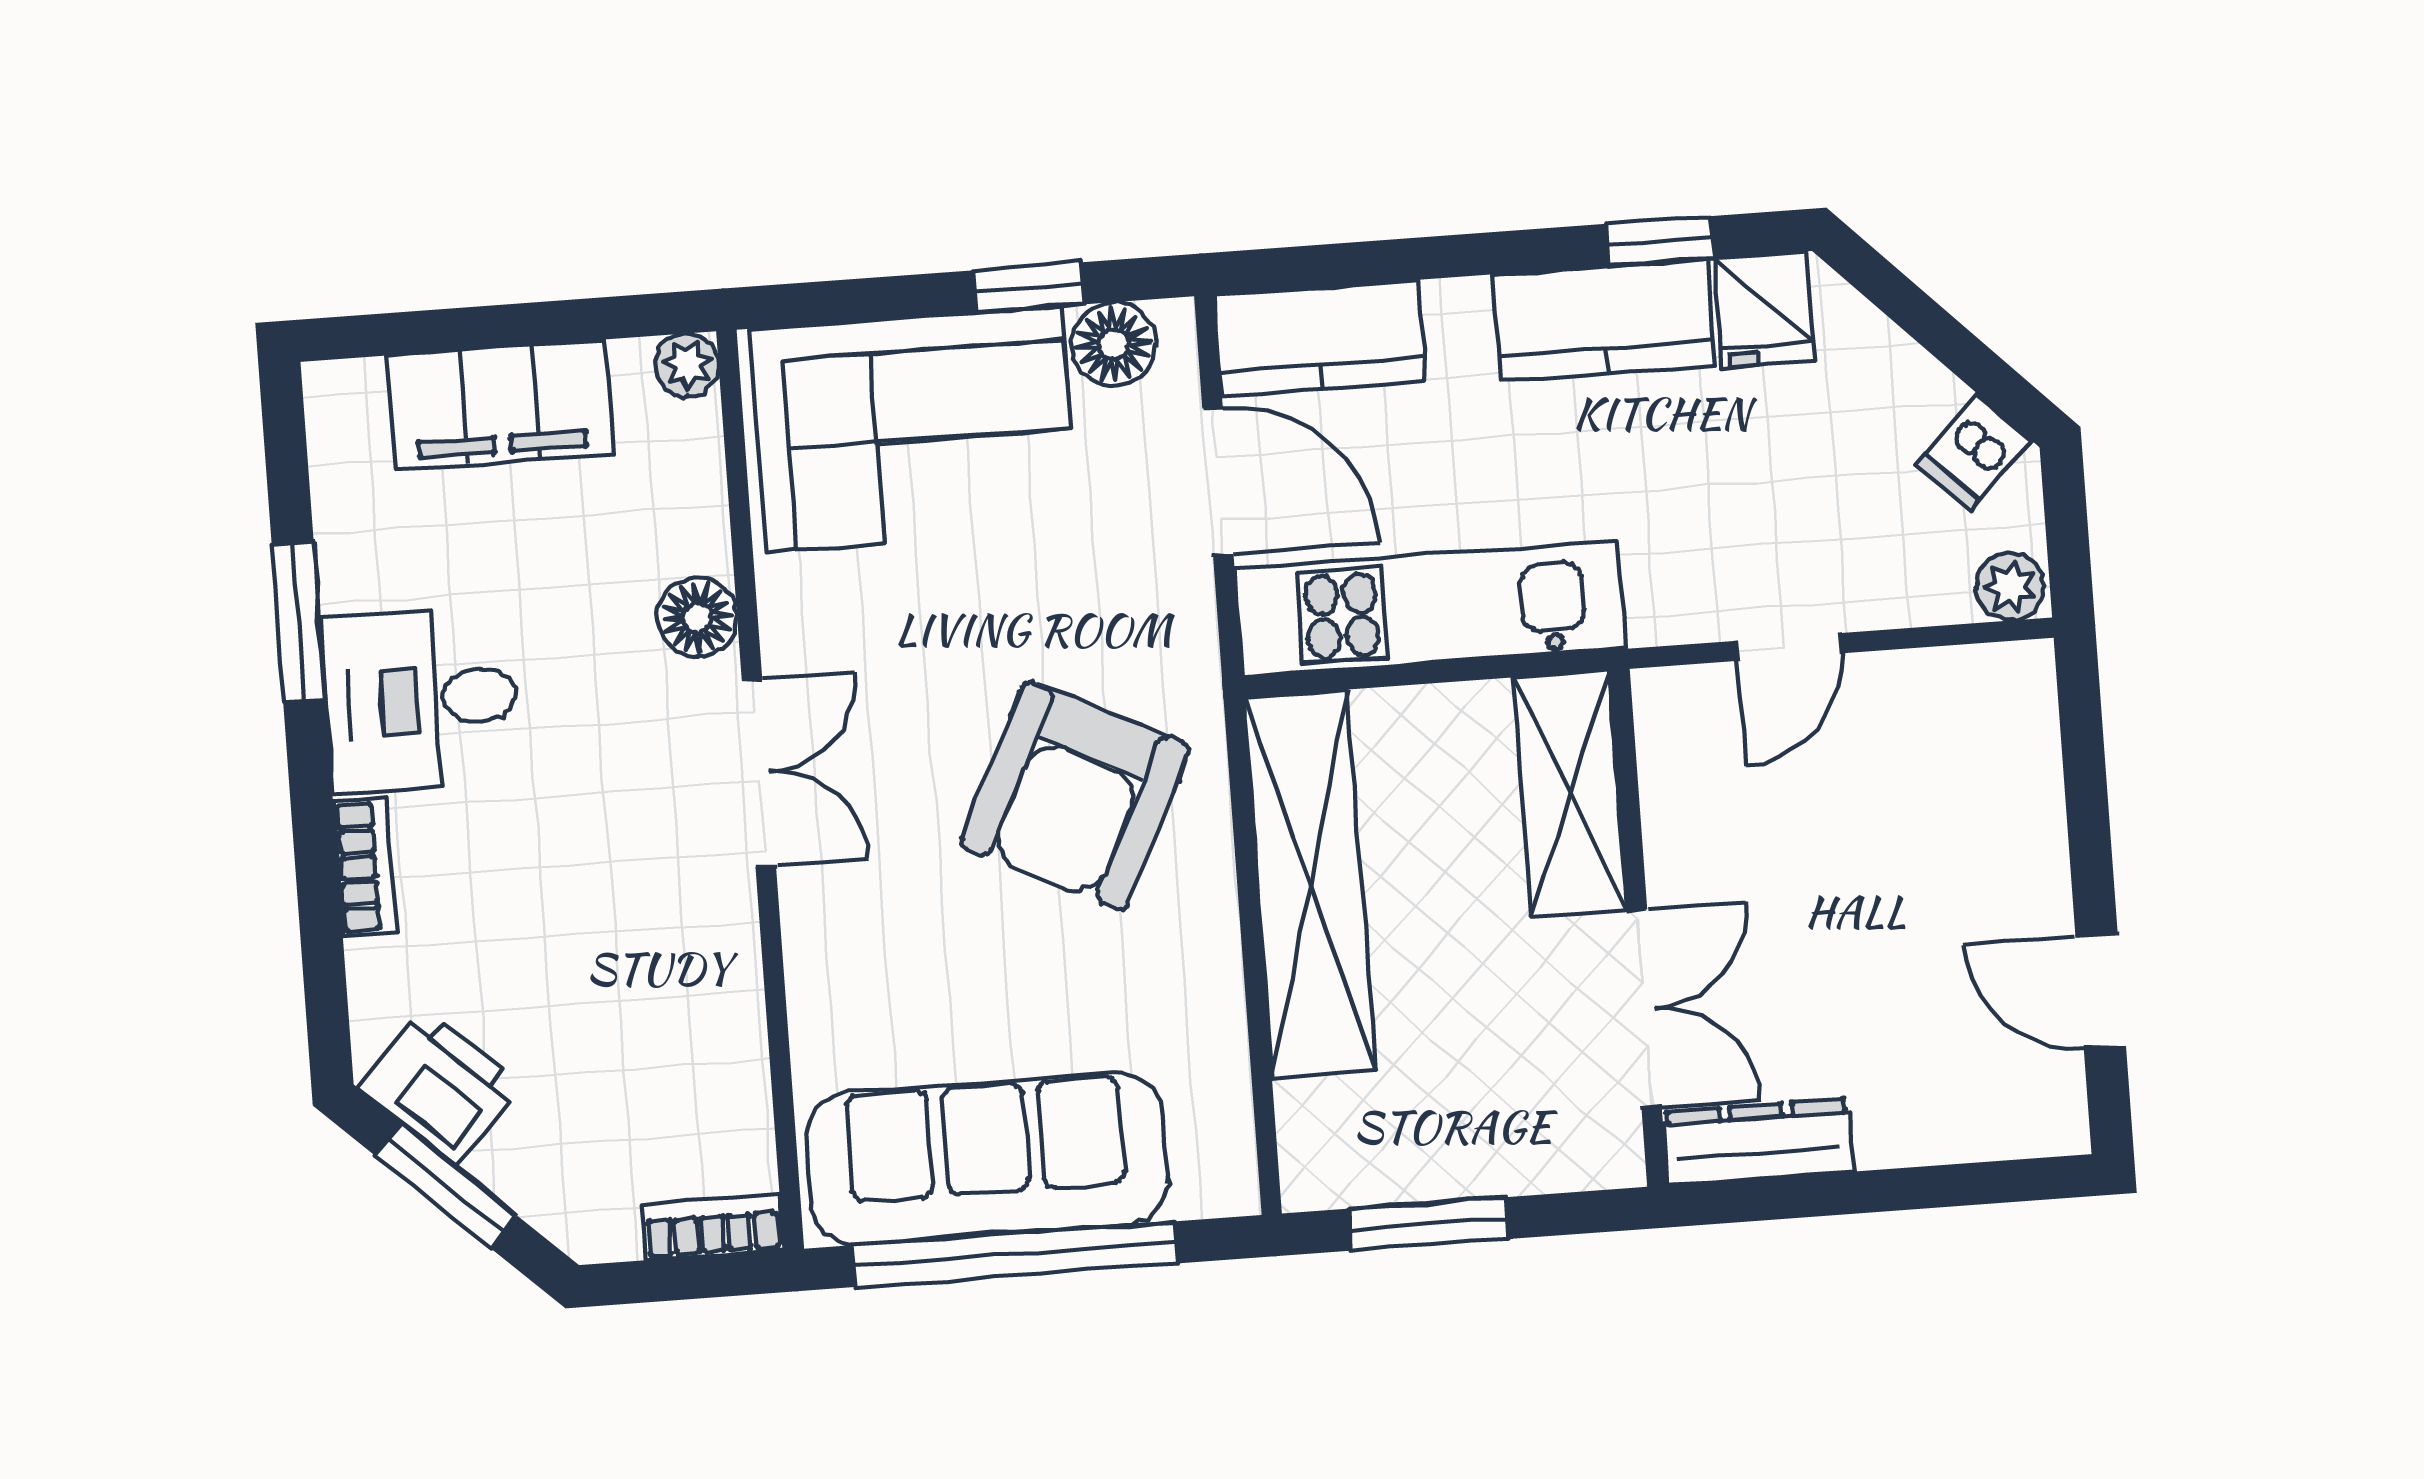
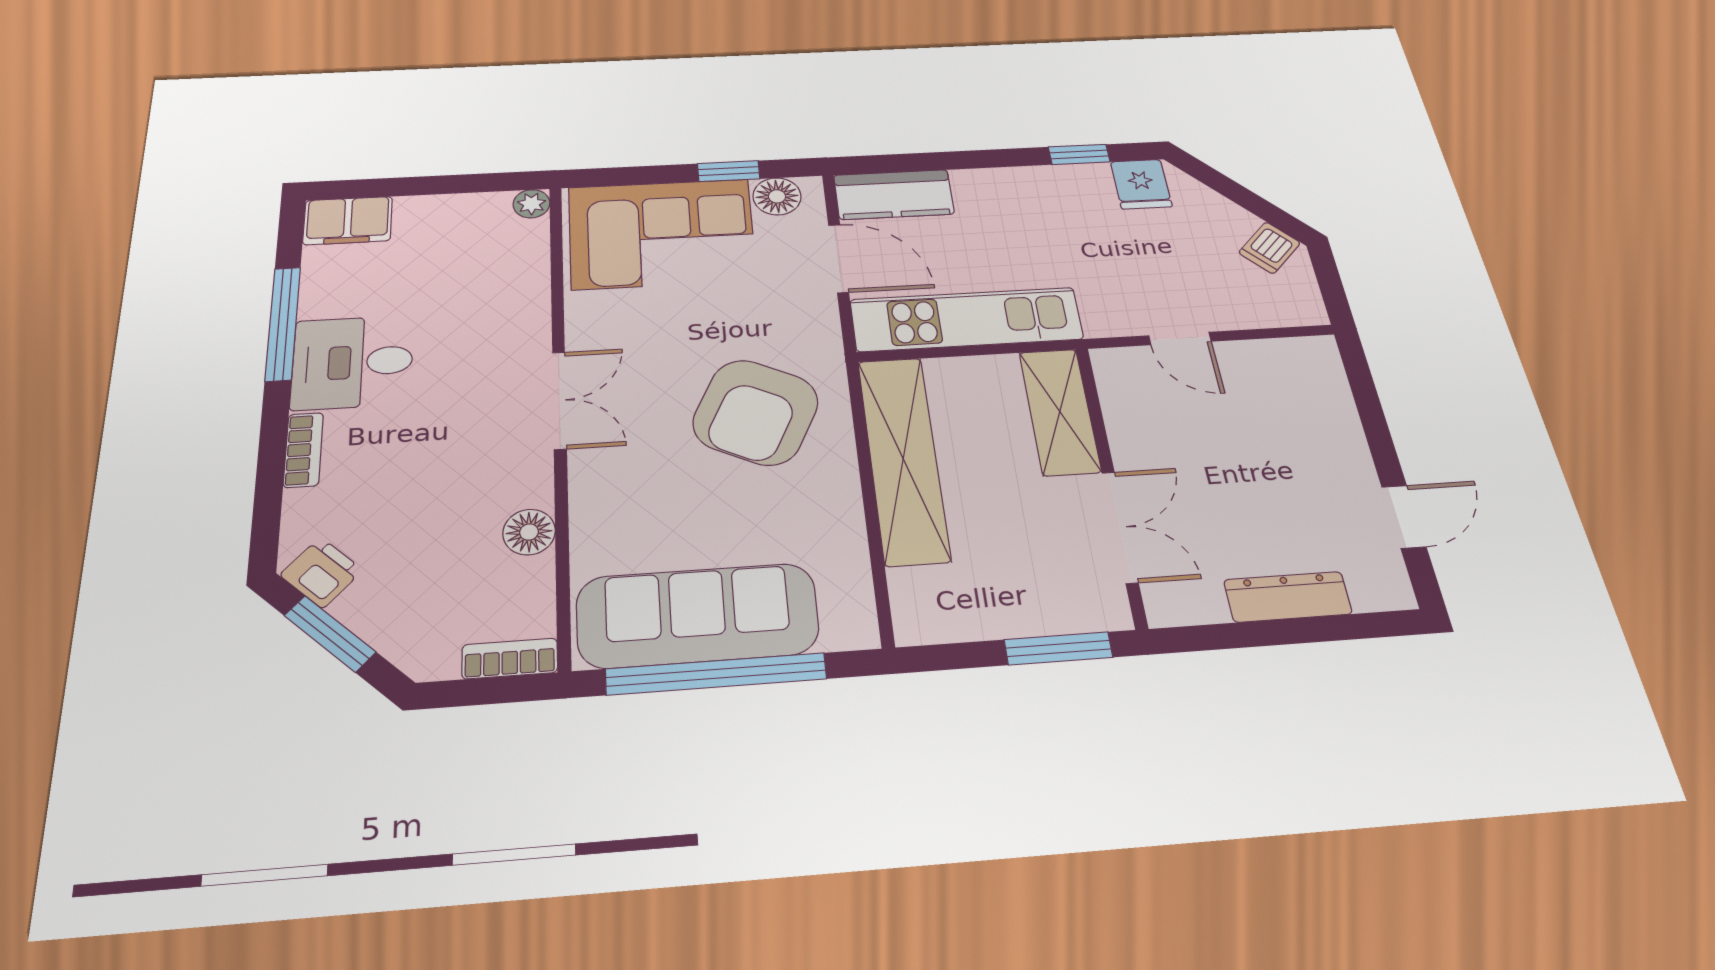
kitchen counter: (1604, 320) -> (1053, 188), removed
filing cabinet: (500, 404) -> (348, 221), moved, width x0.67, depth x0.86
plant: (2010, 587) -> (1304, 310), removed
floor lamp: (697, 617) -> (529, 532), moved
window: (299, 623) -> (283, 323), width x1.44
door: (1789, 647) -> (1180, 339), hinge flipped
door: (2101, 992) -> (1404, 517), swing flipped
printer: (440, 1087) -> (321, 573), width x0.73, depth x0.81
dresser: (1758, 1142) -> (1288, 597), moved
window: (1429, 1224) -> (1058, 648), moved

